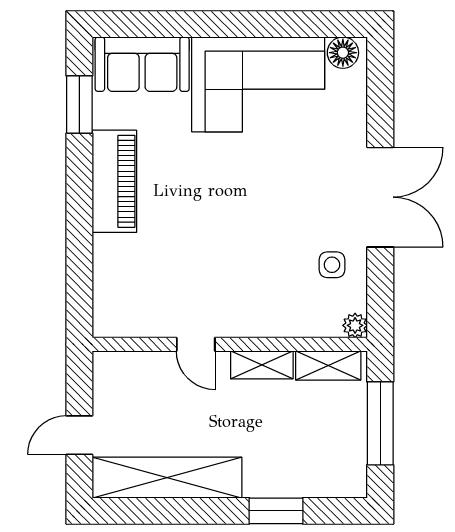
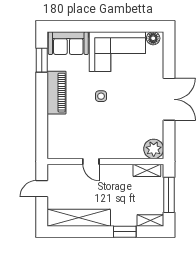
side table: (332, 265) -> (101, 96), moved
plant: (355, 325) -> (154, 149), width x1.88, depth x1.88
shelving: (262, 365) -> (150, 220), moved
door: (79, 435) -> (42, 189), moved

